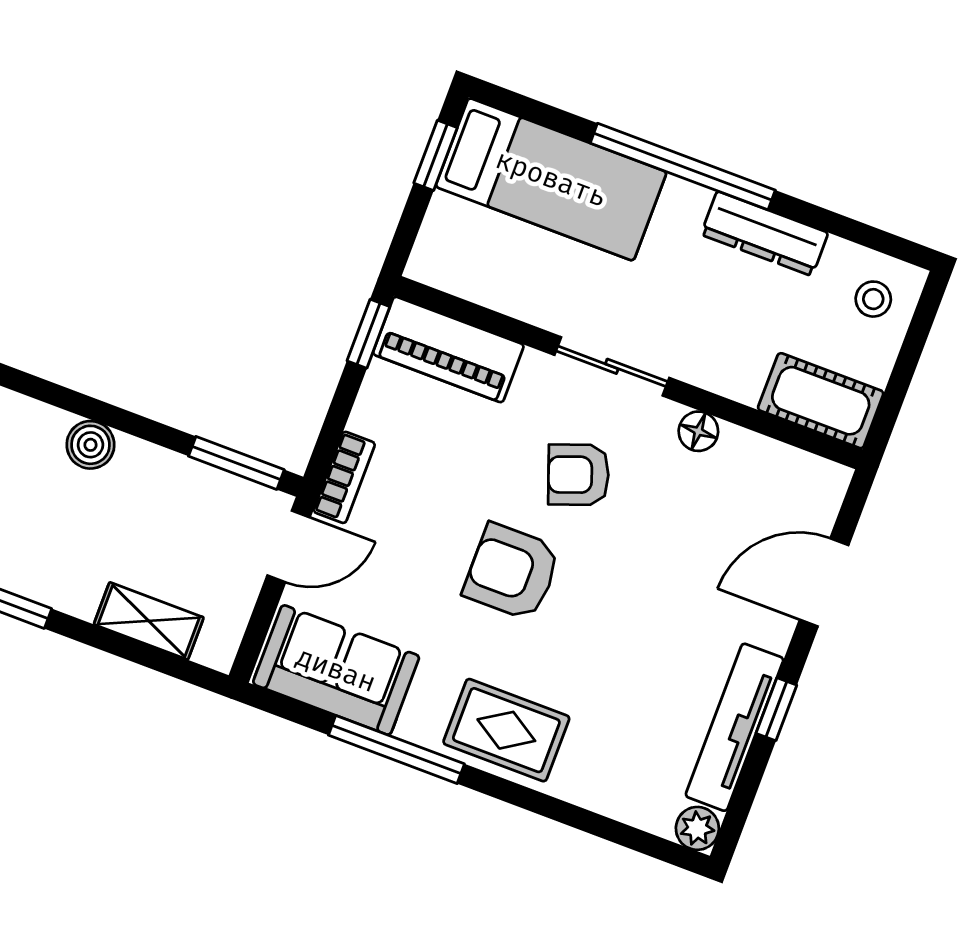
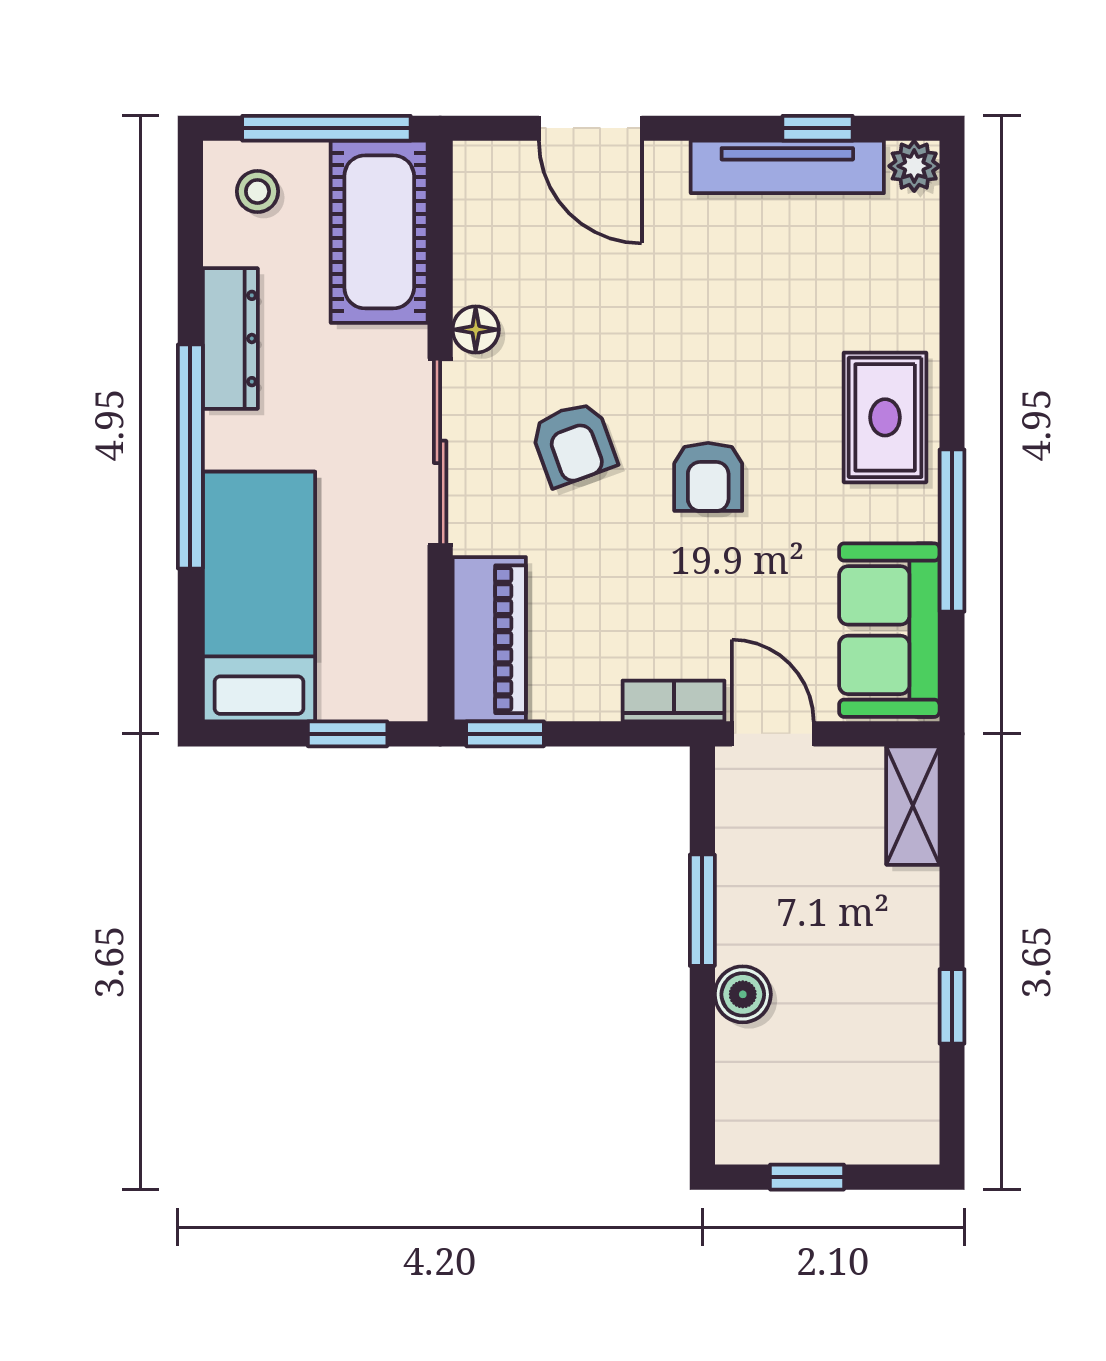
window: (436, 155) -> (348, 734), moved
sliding door: (612, 366) -> (440, 452), width x1.37
window: (903, 373) -> (326, 128), added
cot: (821, 401) -> (379, 232), width x1.37, depth x1.34
window: (236, 463) -> (702, 910), moved
armchair: (512, 572) -> (708, 477), width x0.72, depth x0.72
shelving: (149, 621) -> (913, 806), moved
window: (776, 709) -> (818, 128), moved

